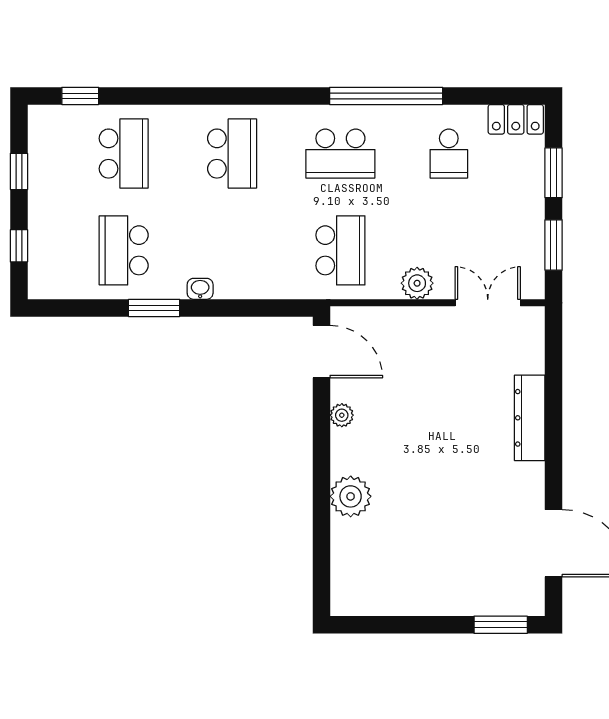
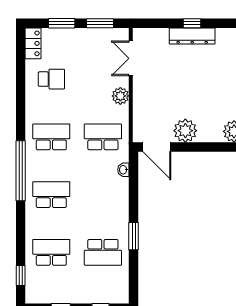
window: (386, 96) -> (21, 171), moved
school desk: (340, 154) -> (51, 137), turned -90
washbasin: (200, 289) -> (123, 170), moved
door: (321, 352) -> (157, 147), swing flipped
plant: (342, 415) -> (185, 131), width x1.88, depth x1.88
window: (554, 417) -> (192, 23), added

